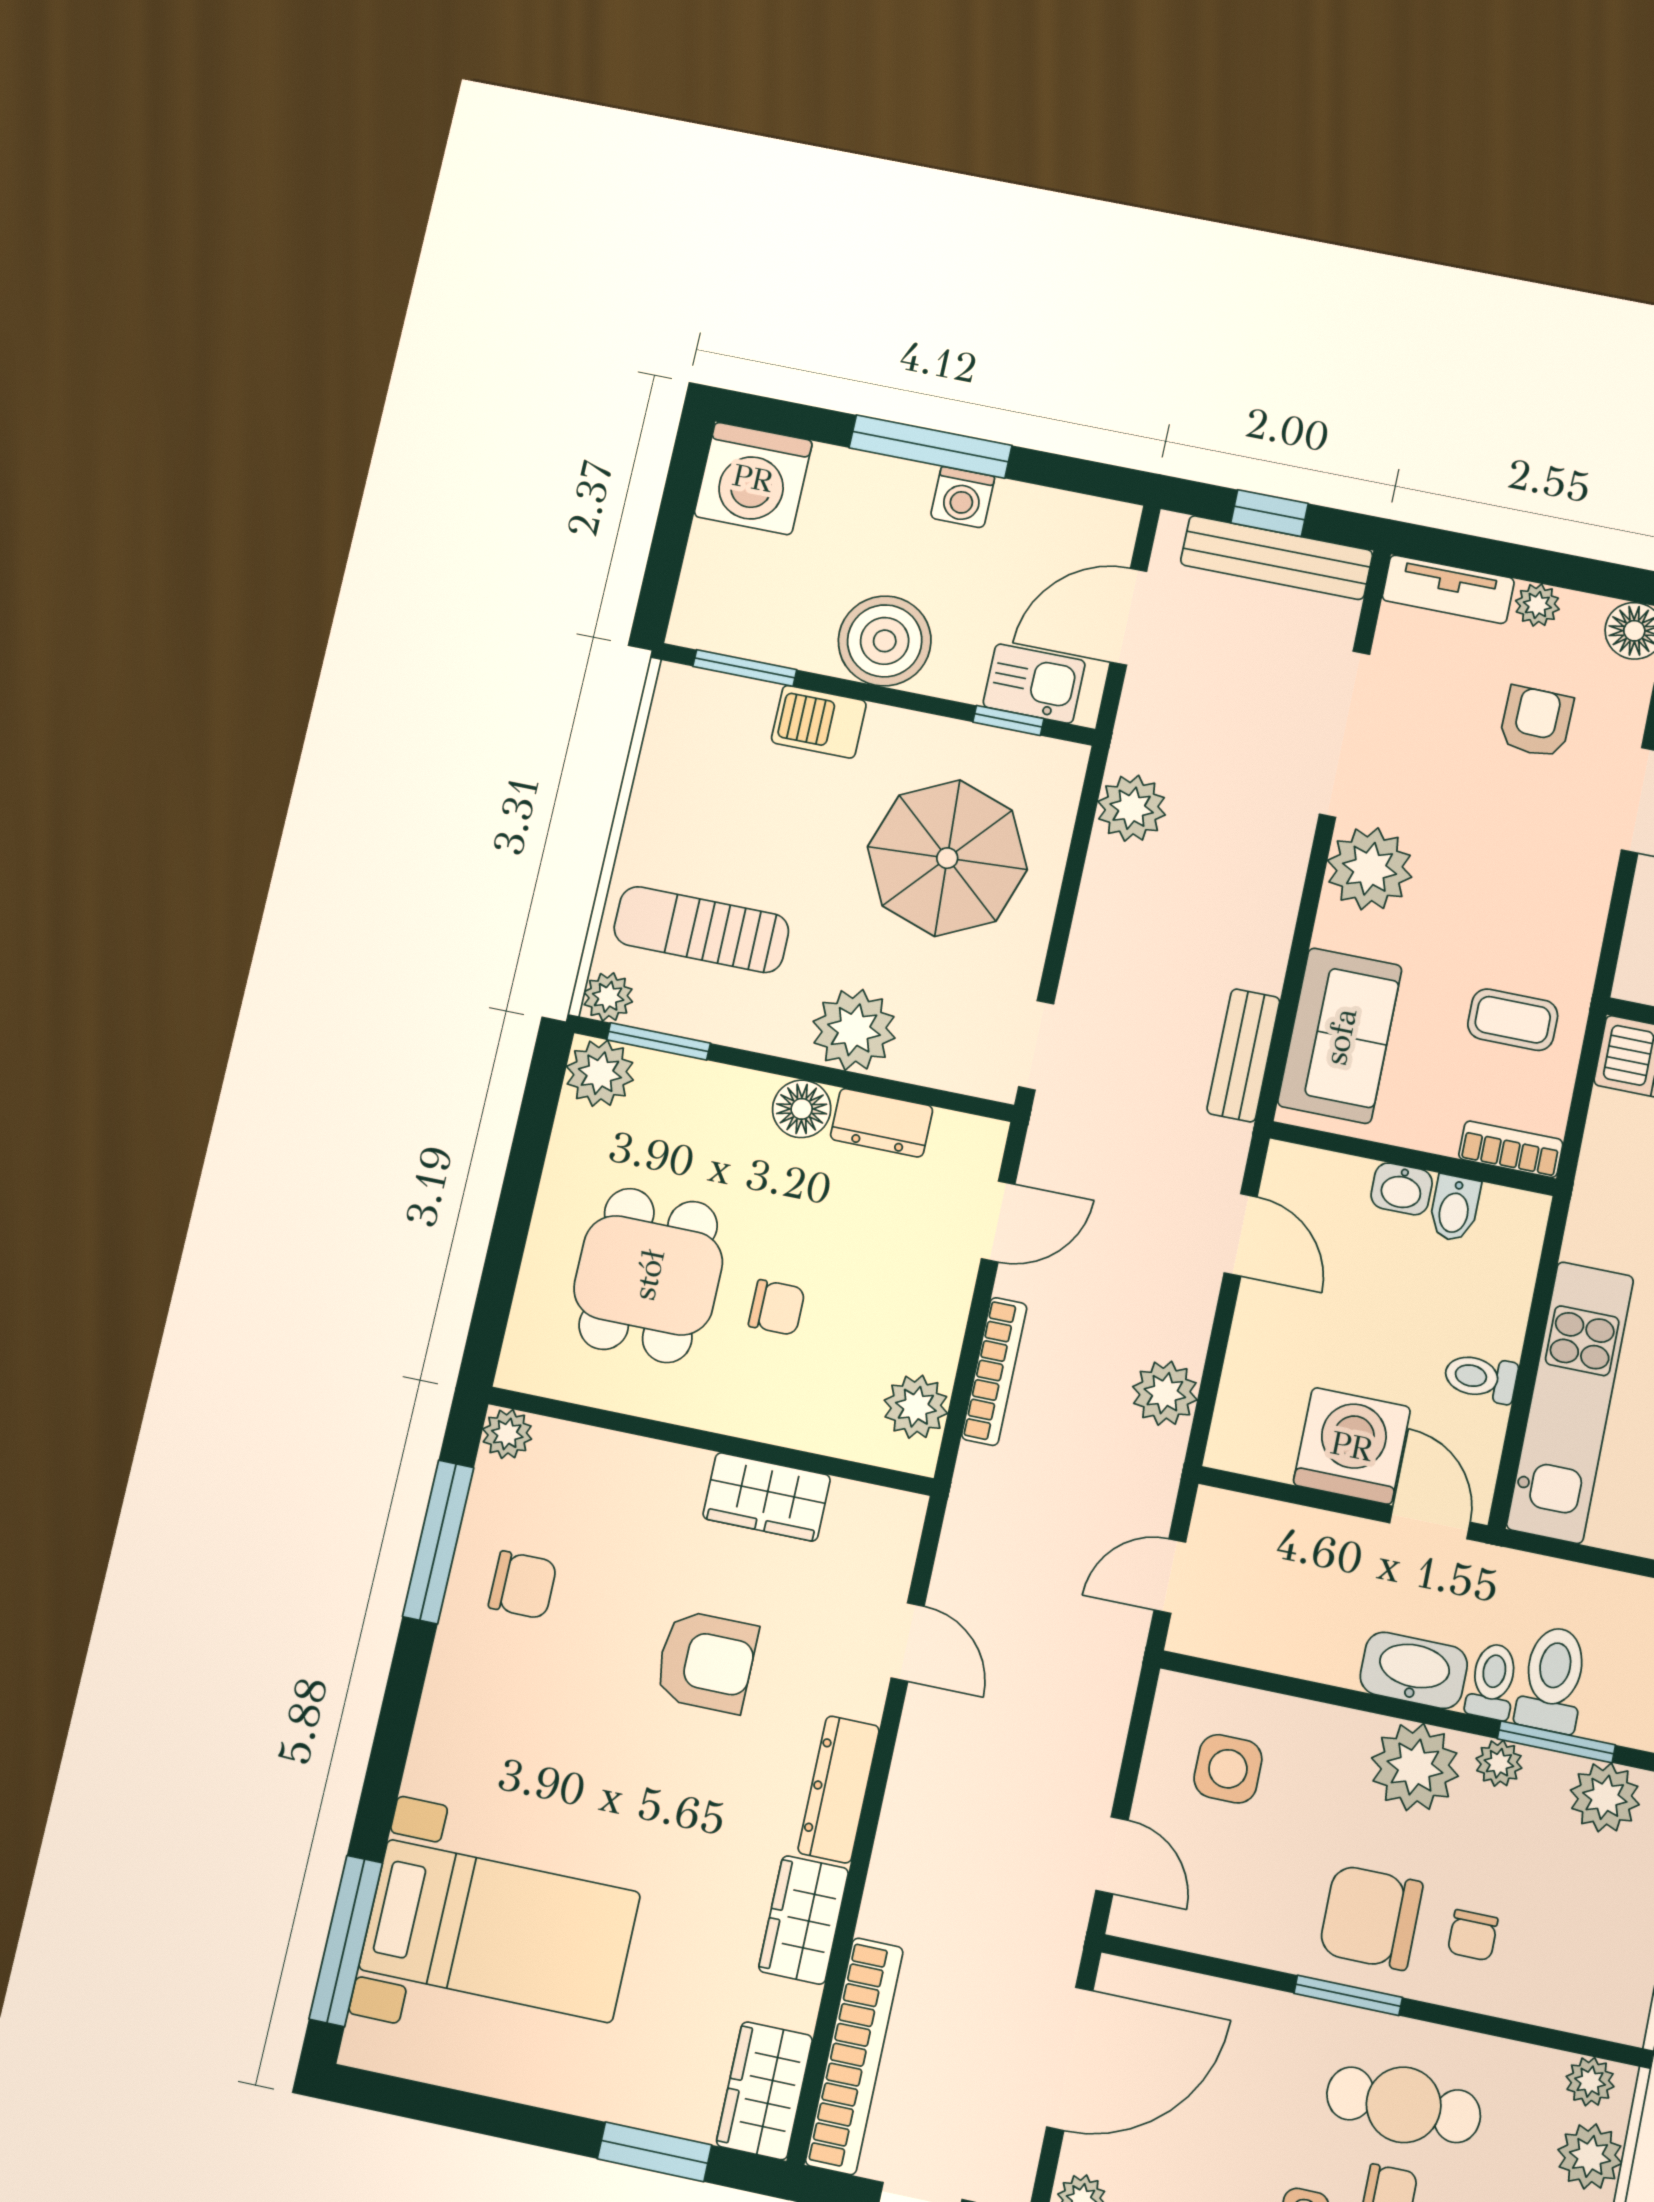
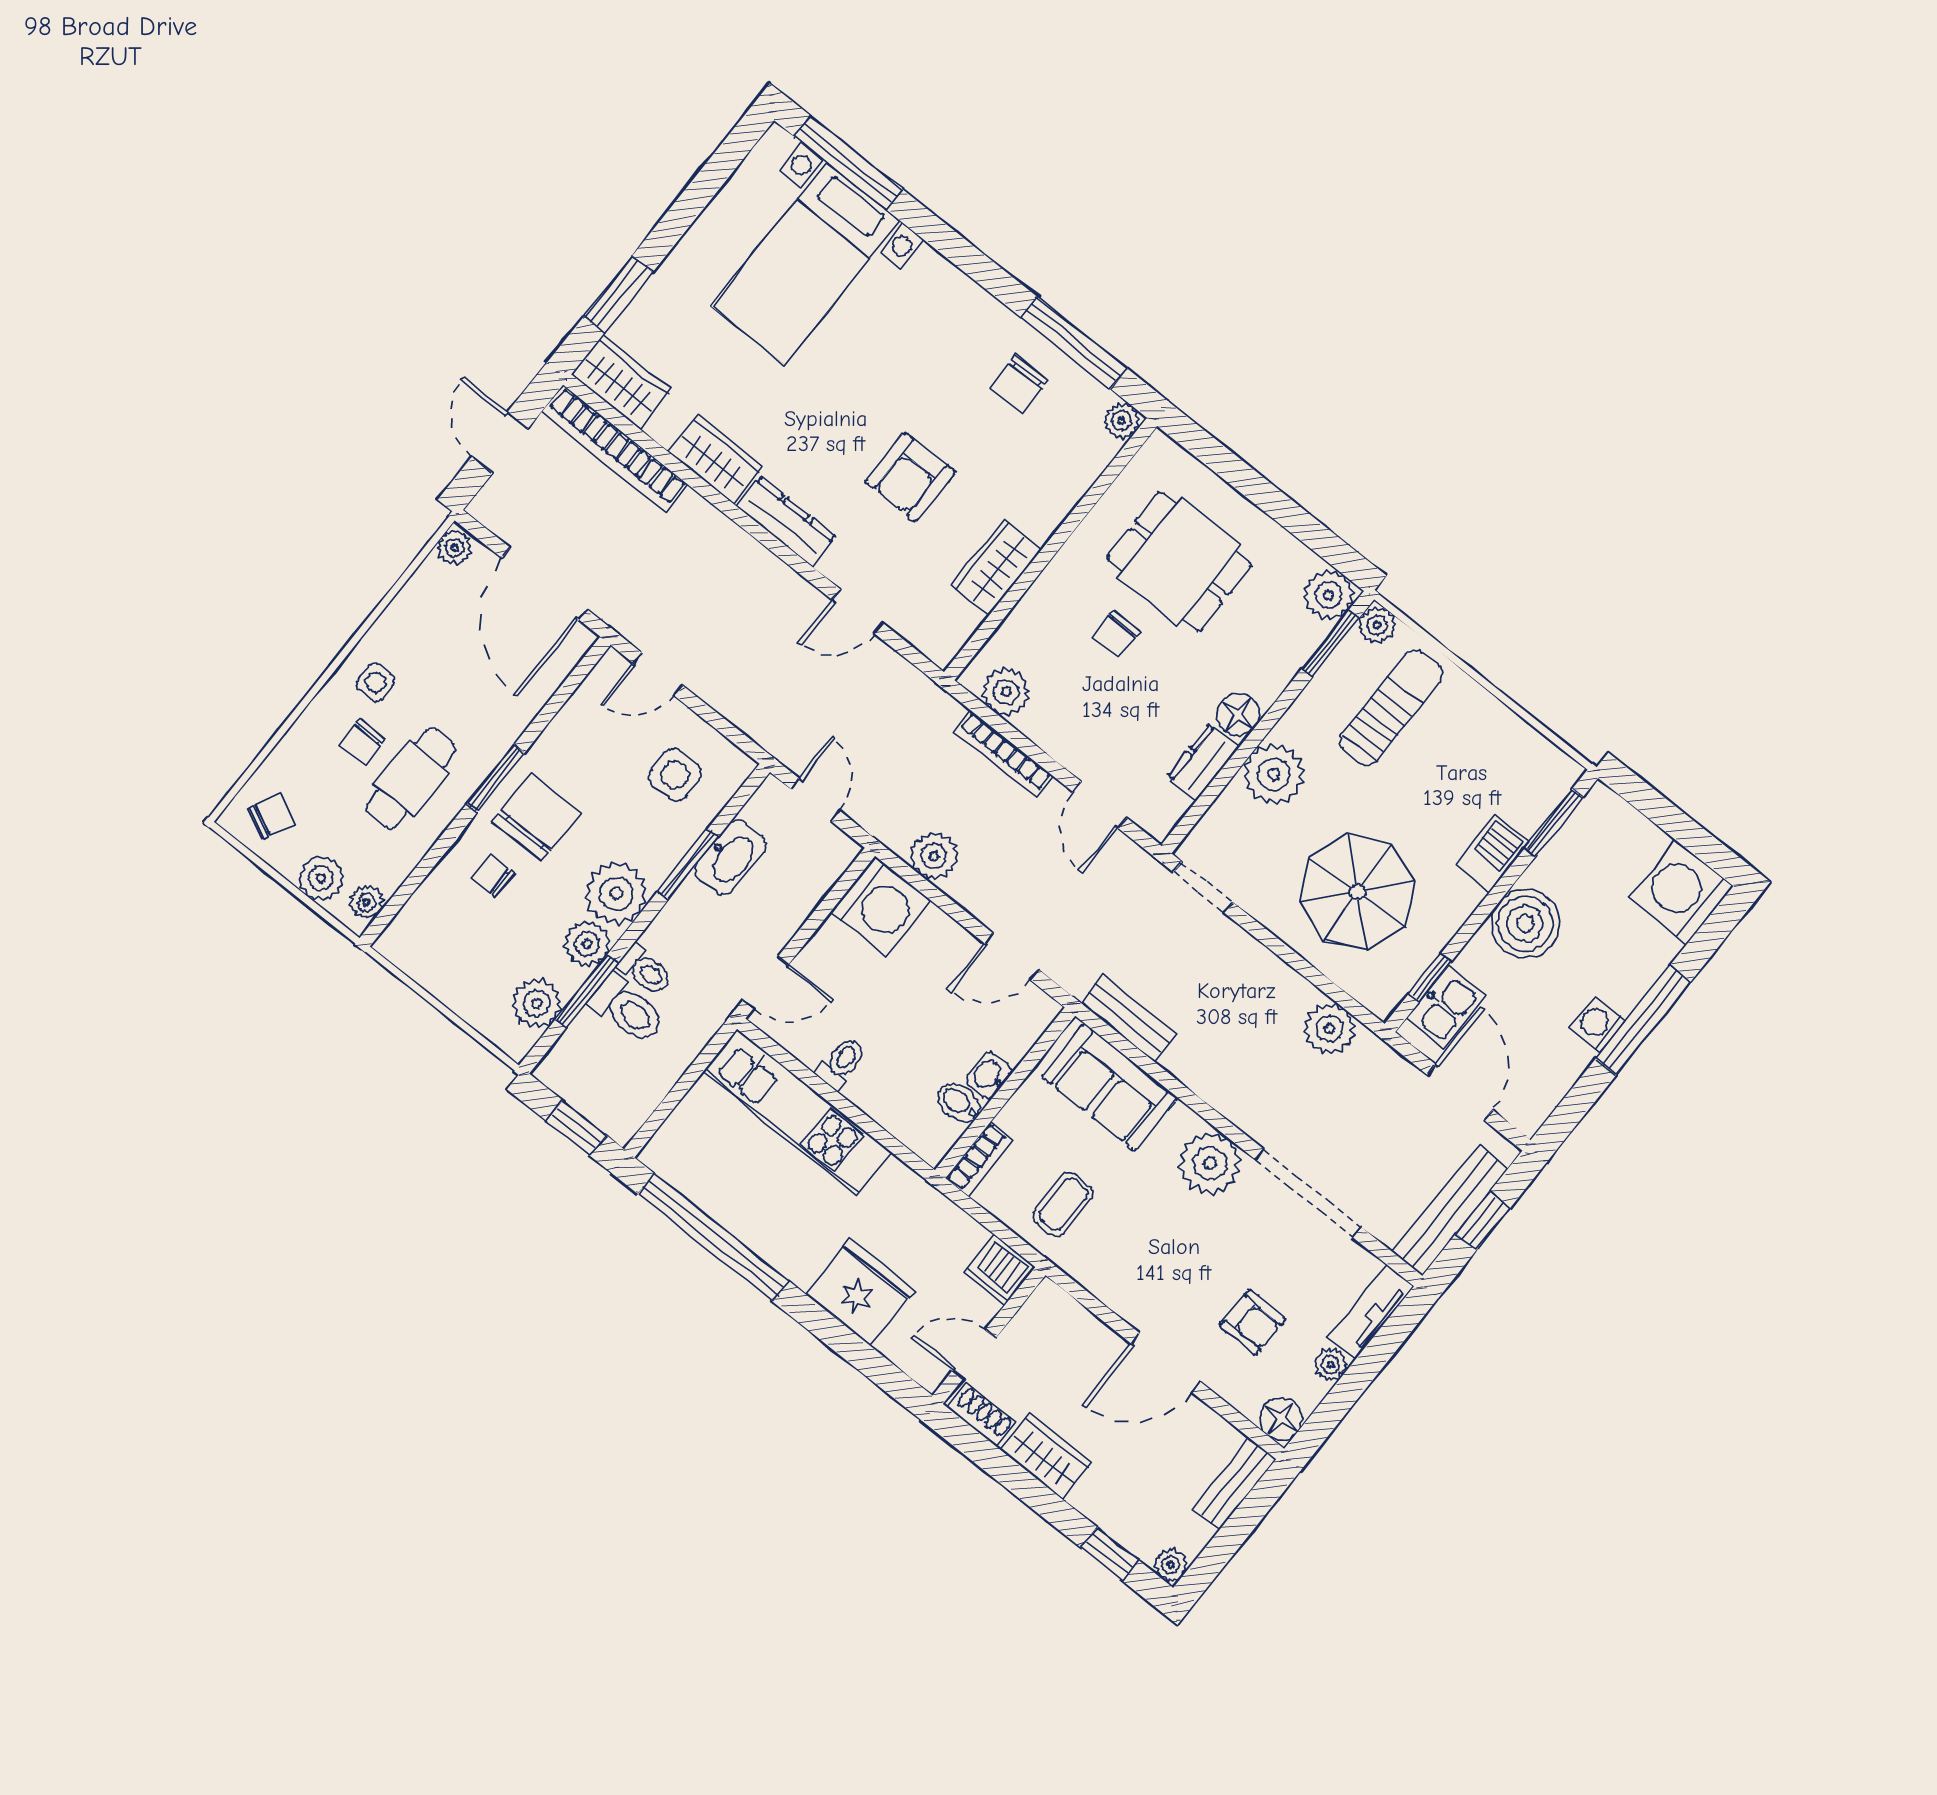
washing machine: (1352, 1446) -> (881, 906), moved
washbasin: (1414, 1670) -> (730, 857), moved
window: (1331, 1695) -> (688, 864), added
plant: (1499, 1763) -> (587, 944), width x1.38, depth x1.38

